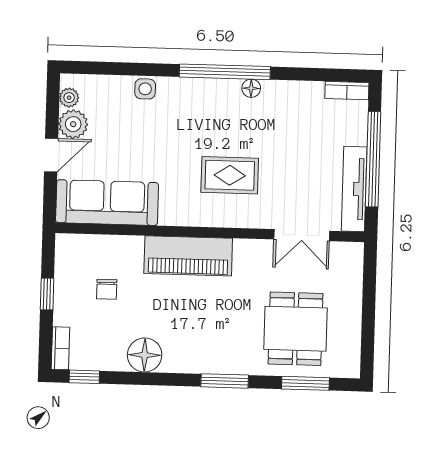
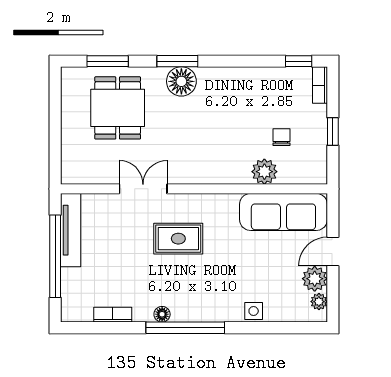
bookcase: (347, 91) -> (113, 315), moved
double door: (302, 235) -> (143, 189), moved
plant: (128, 250) -> (264, 172), added
piano: (188, 256) -> (212, 168), removed
floor lamp: (145, 355) -> (181, 81), moved

